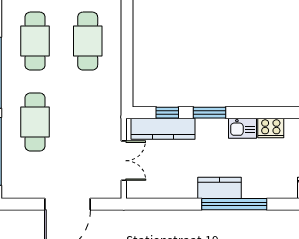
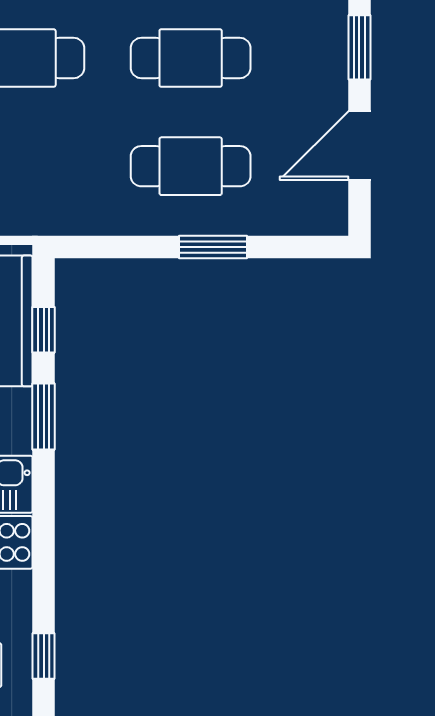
window: (127, 30) -> (213, 247), added

